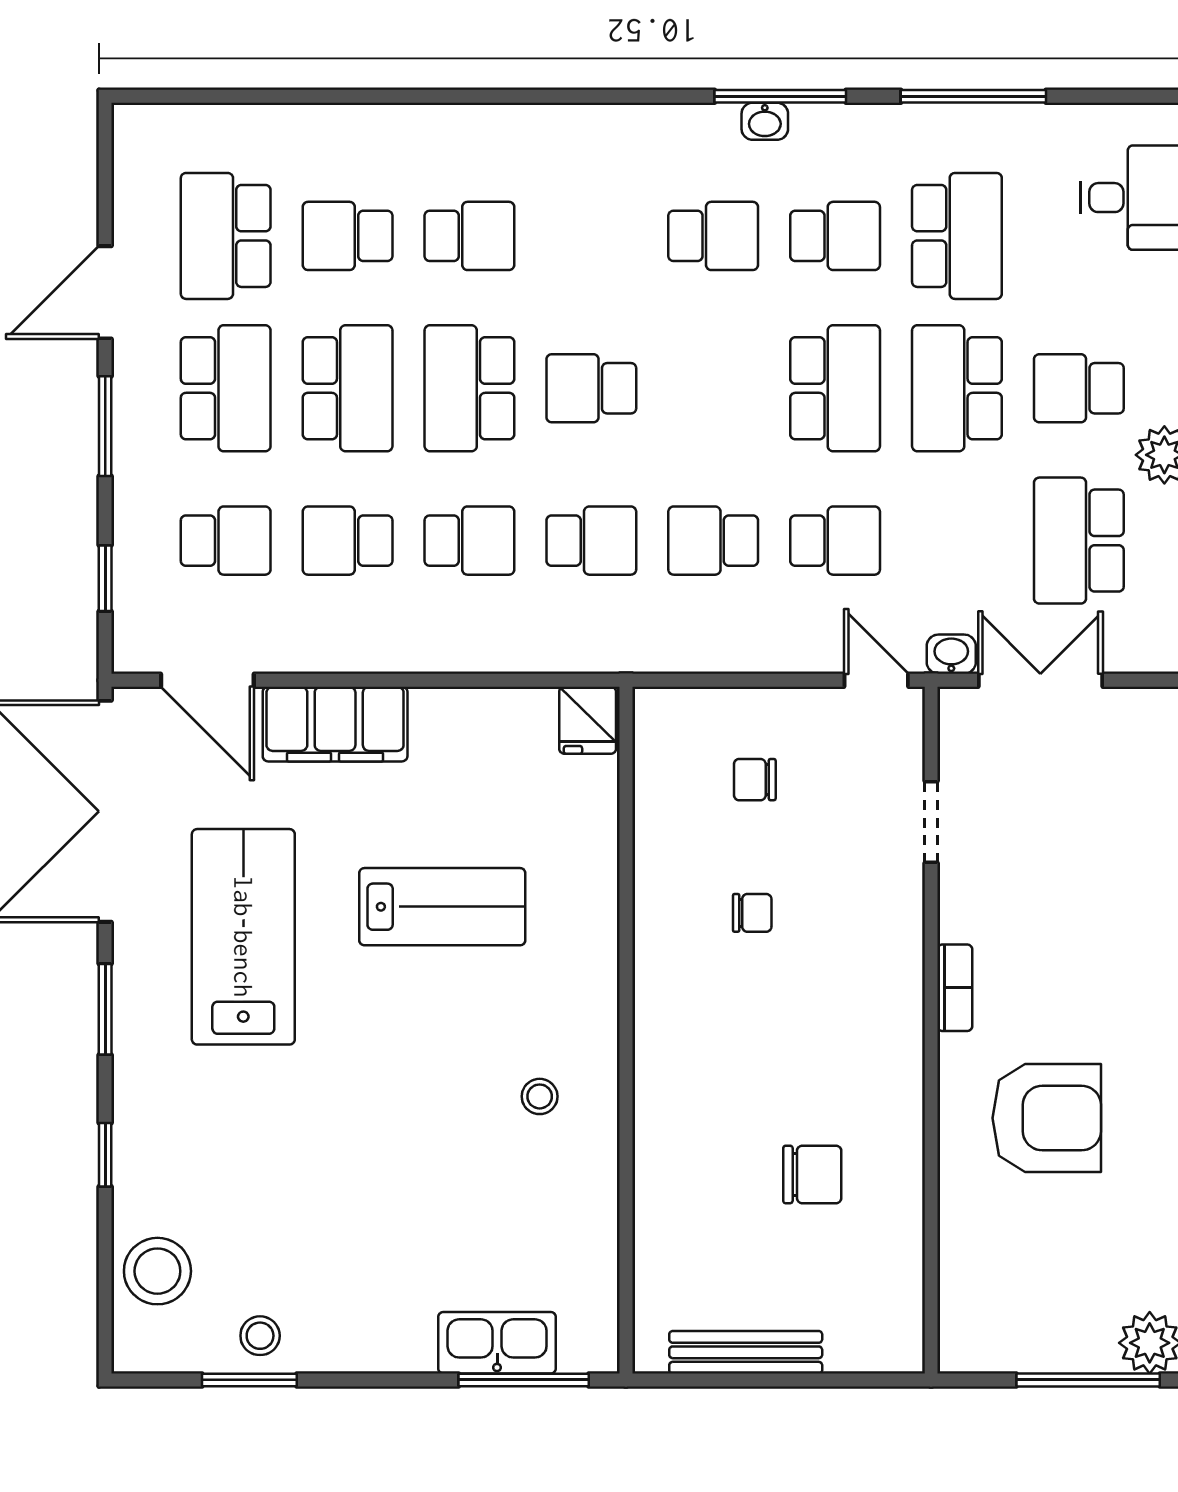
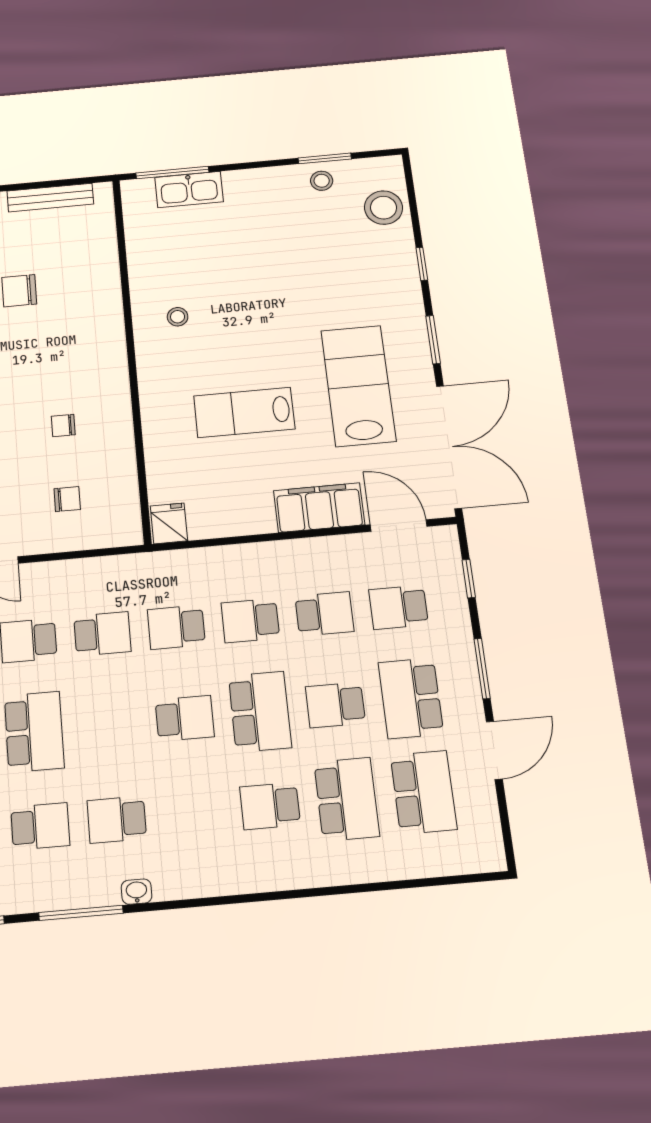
washbasin: (765, 121) -> (137, 892), moved
school desk: (348, 236) -> (347, 799), width x1.85
school desk: (835, 236) -> (40, 826), turned 180
school desk: (348, 388) -> (335, 705), width x0.54
school desk: (835, 388) -> (34, 732), turned 180
lab bench: (243, 937) -> (358, 386), turned 180

